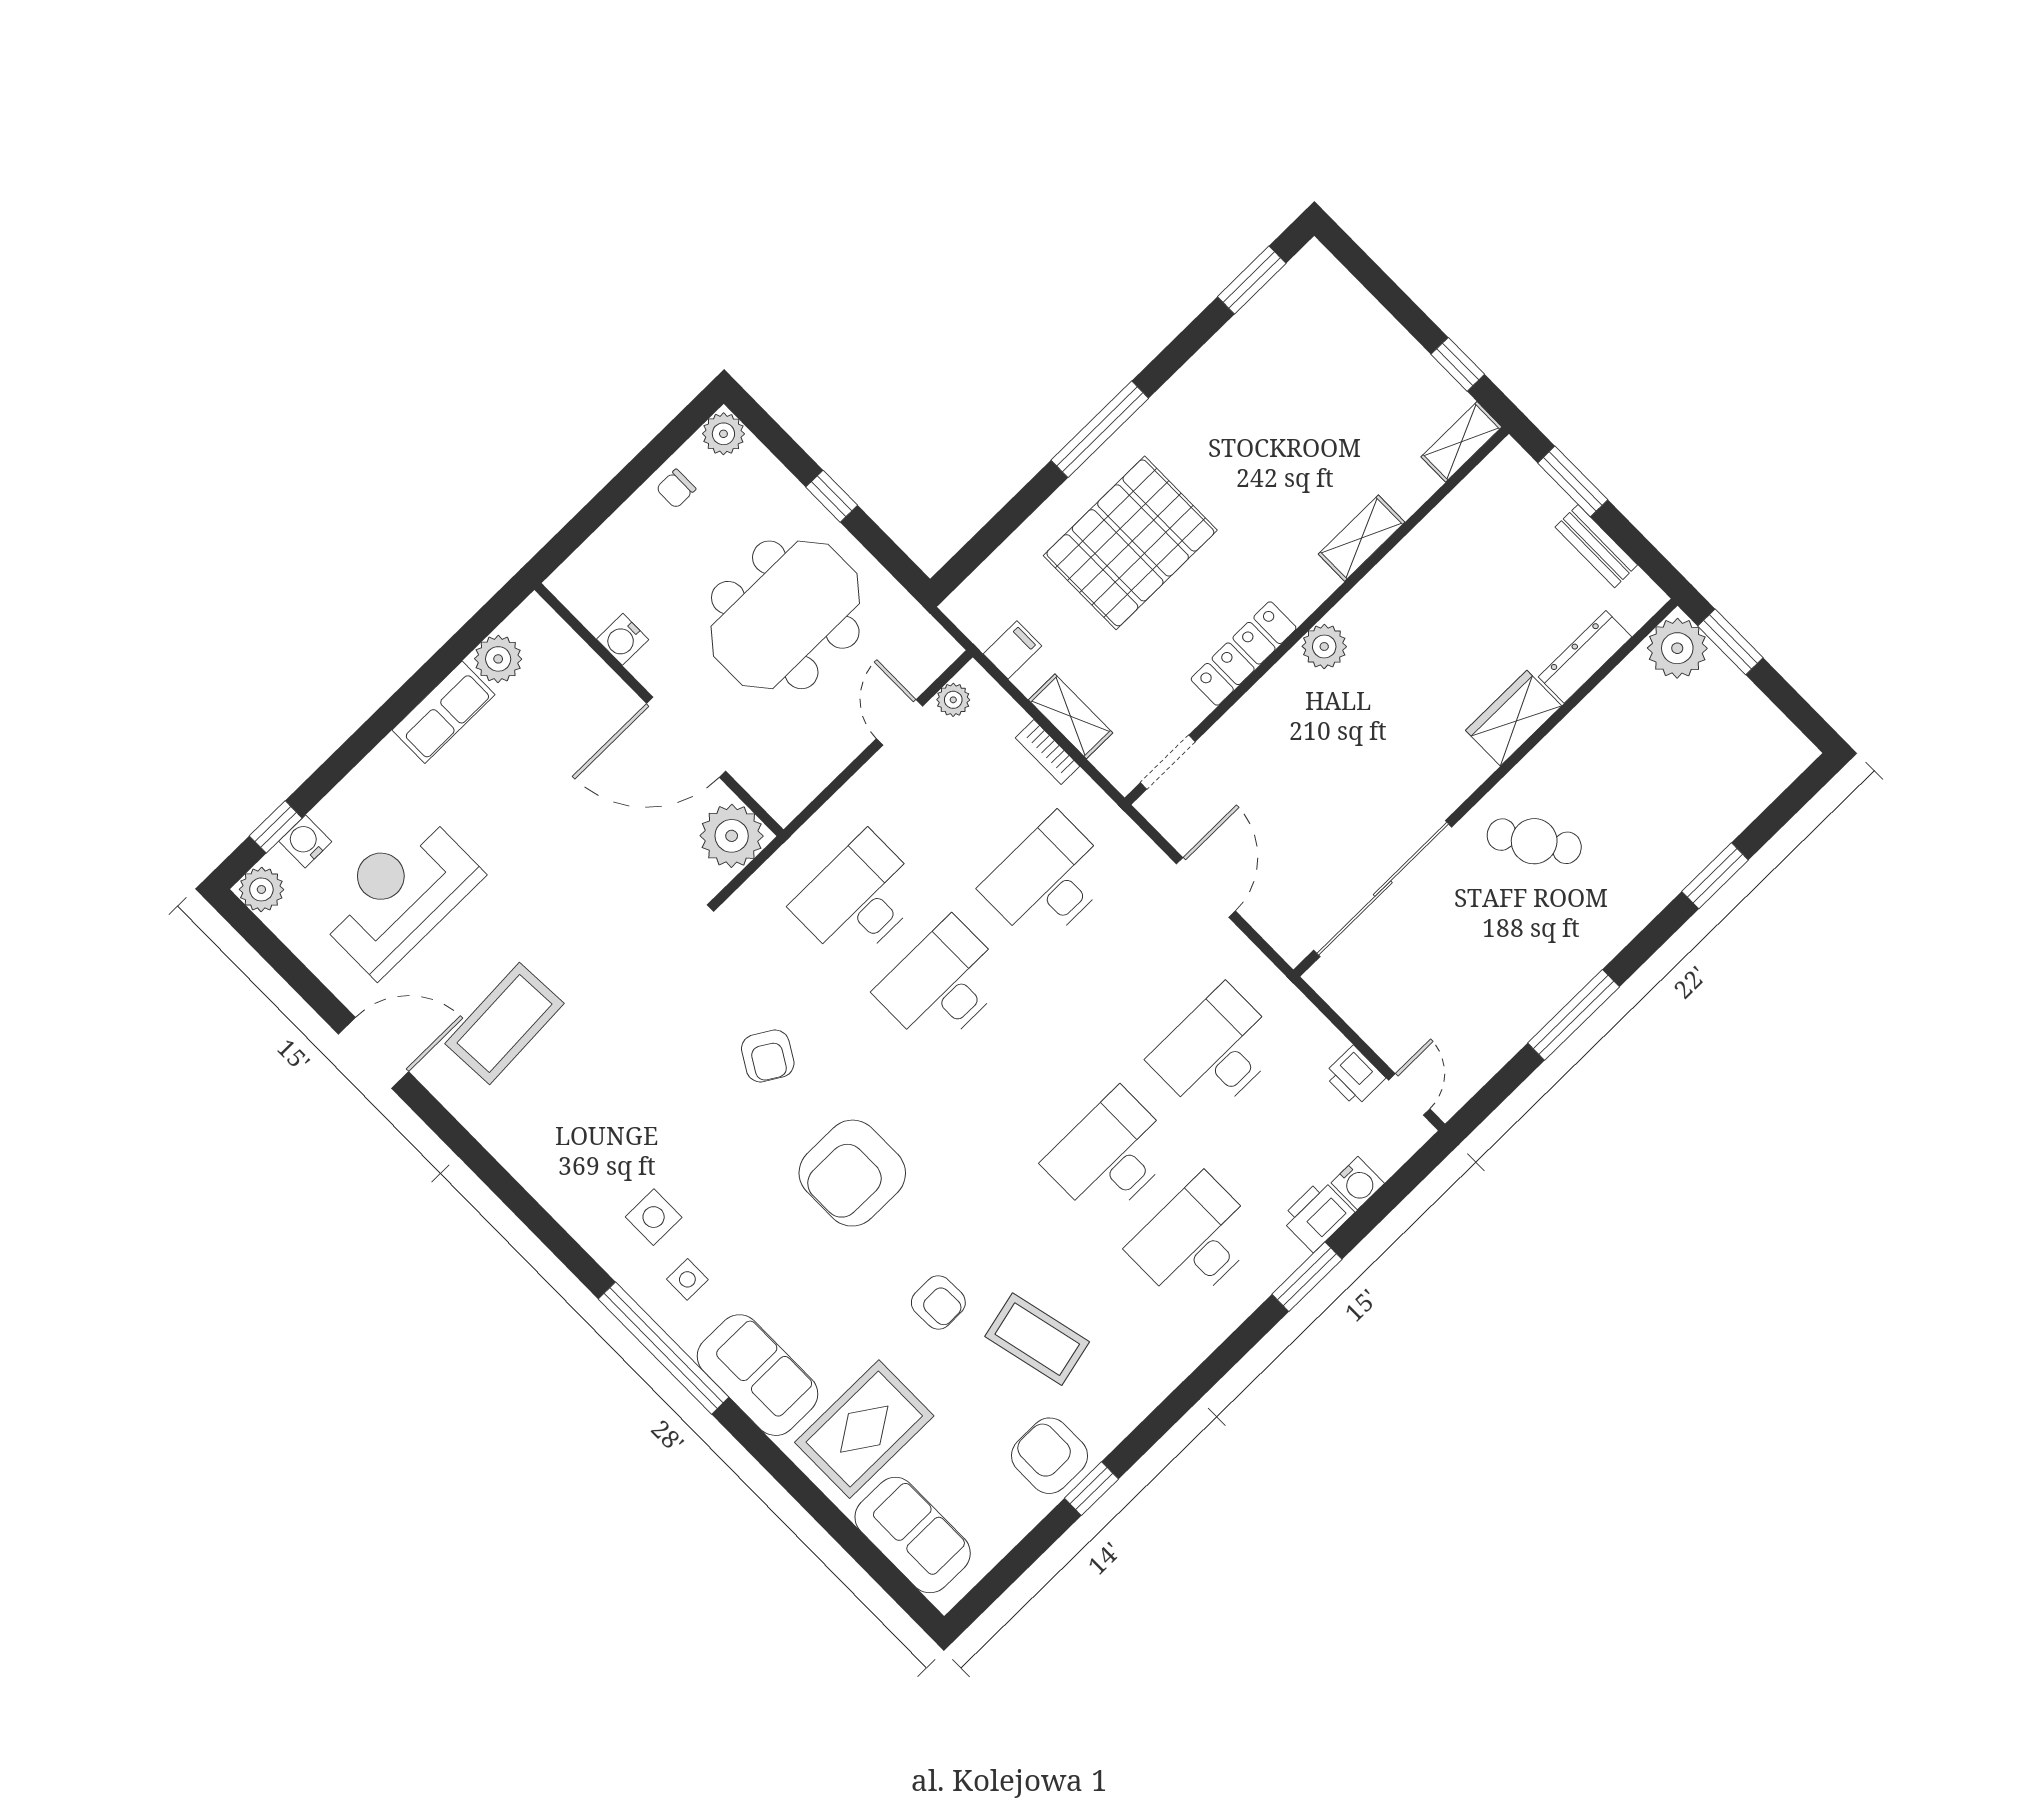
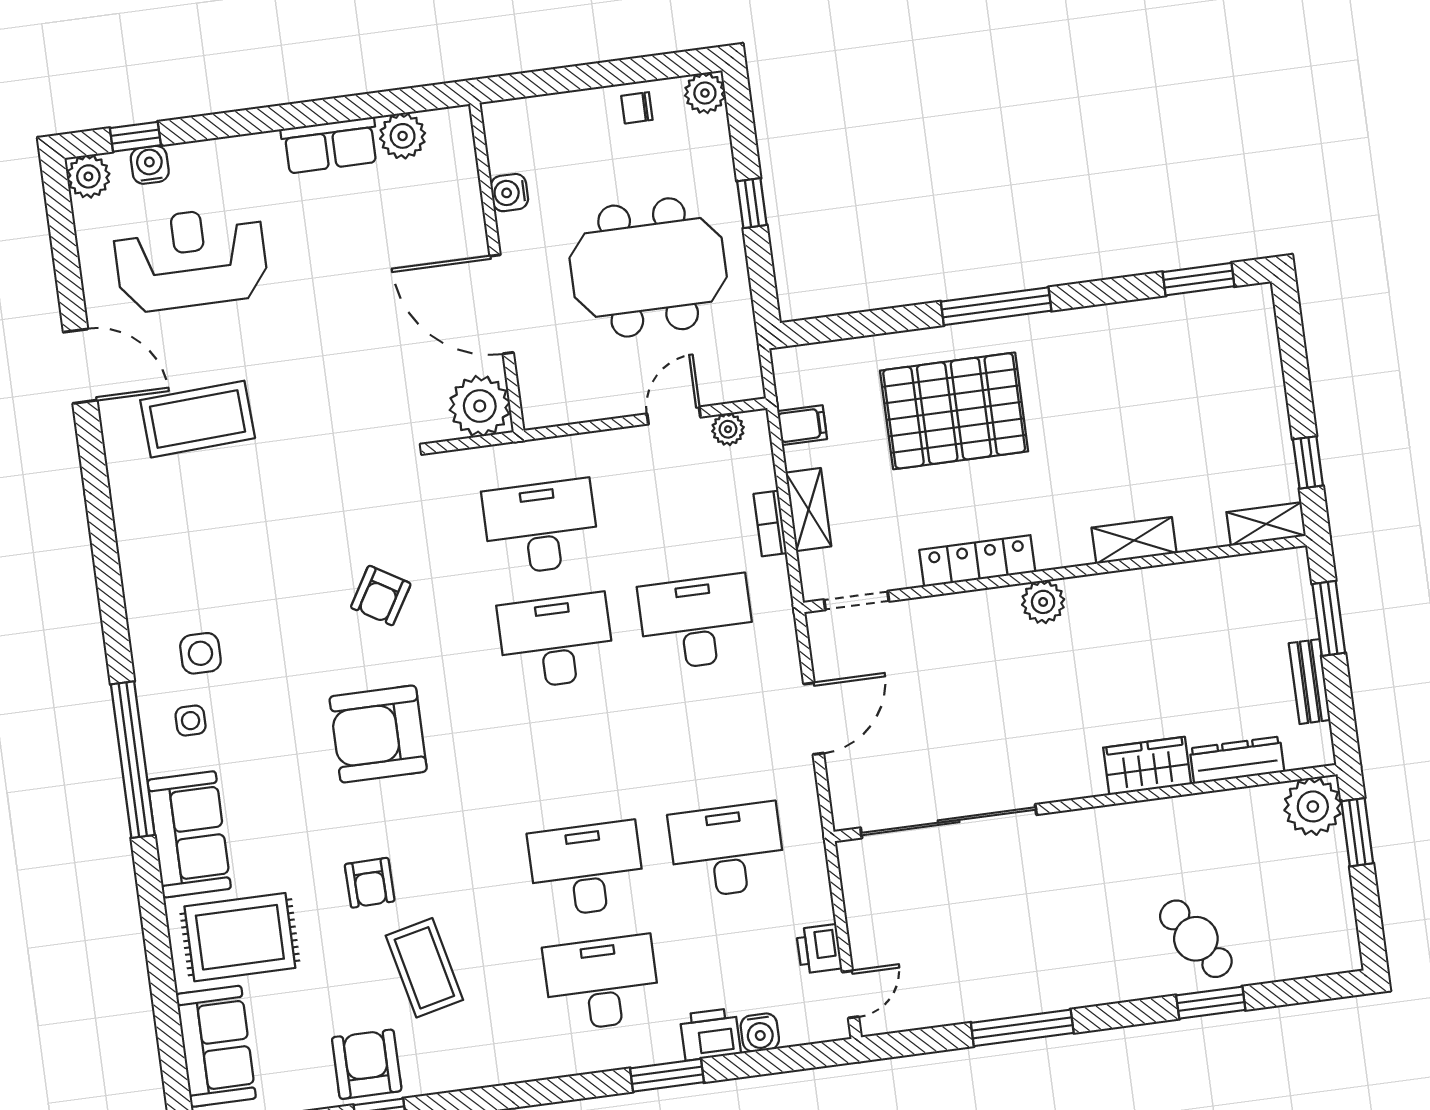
cafe table: (1534, 841) -> (1196, 939), moved

